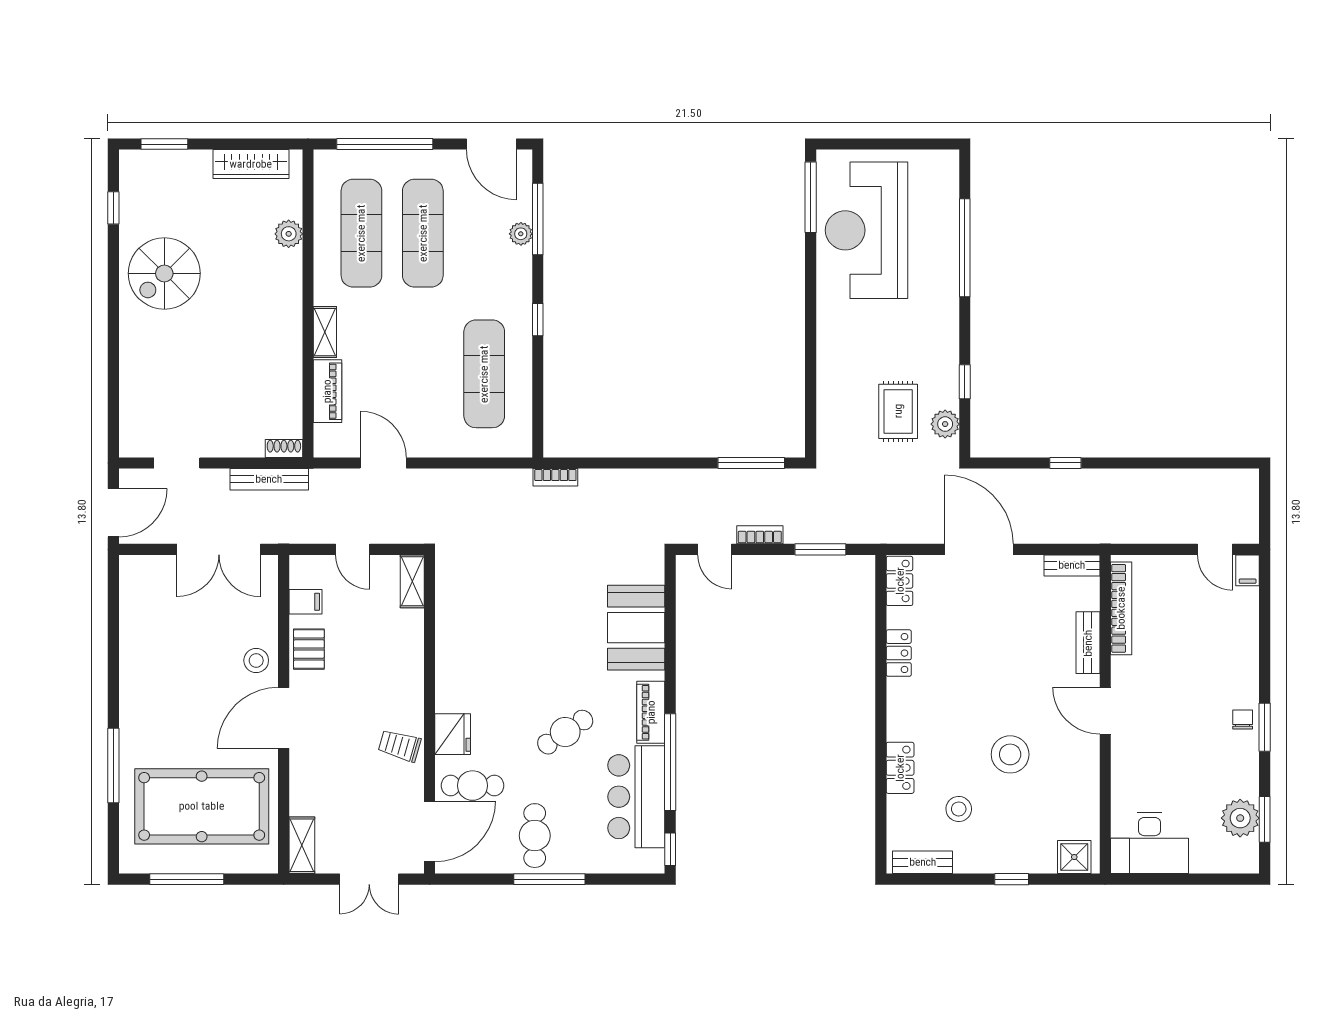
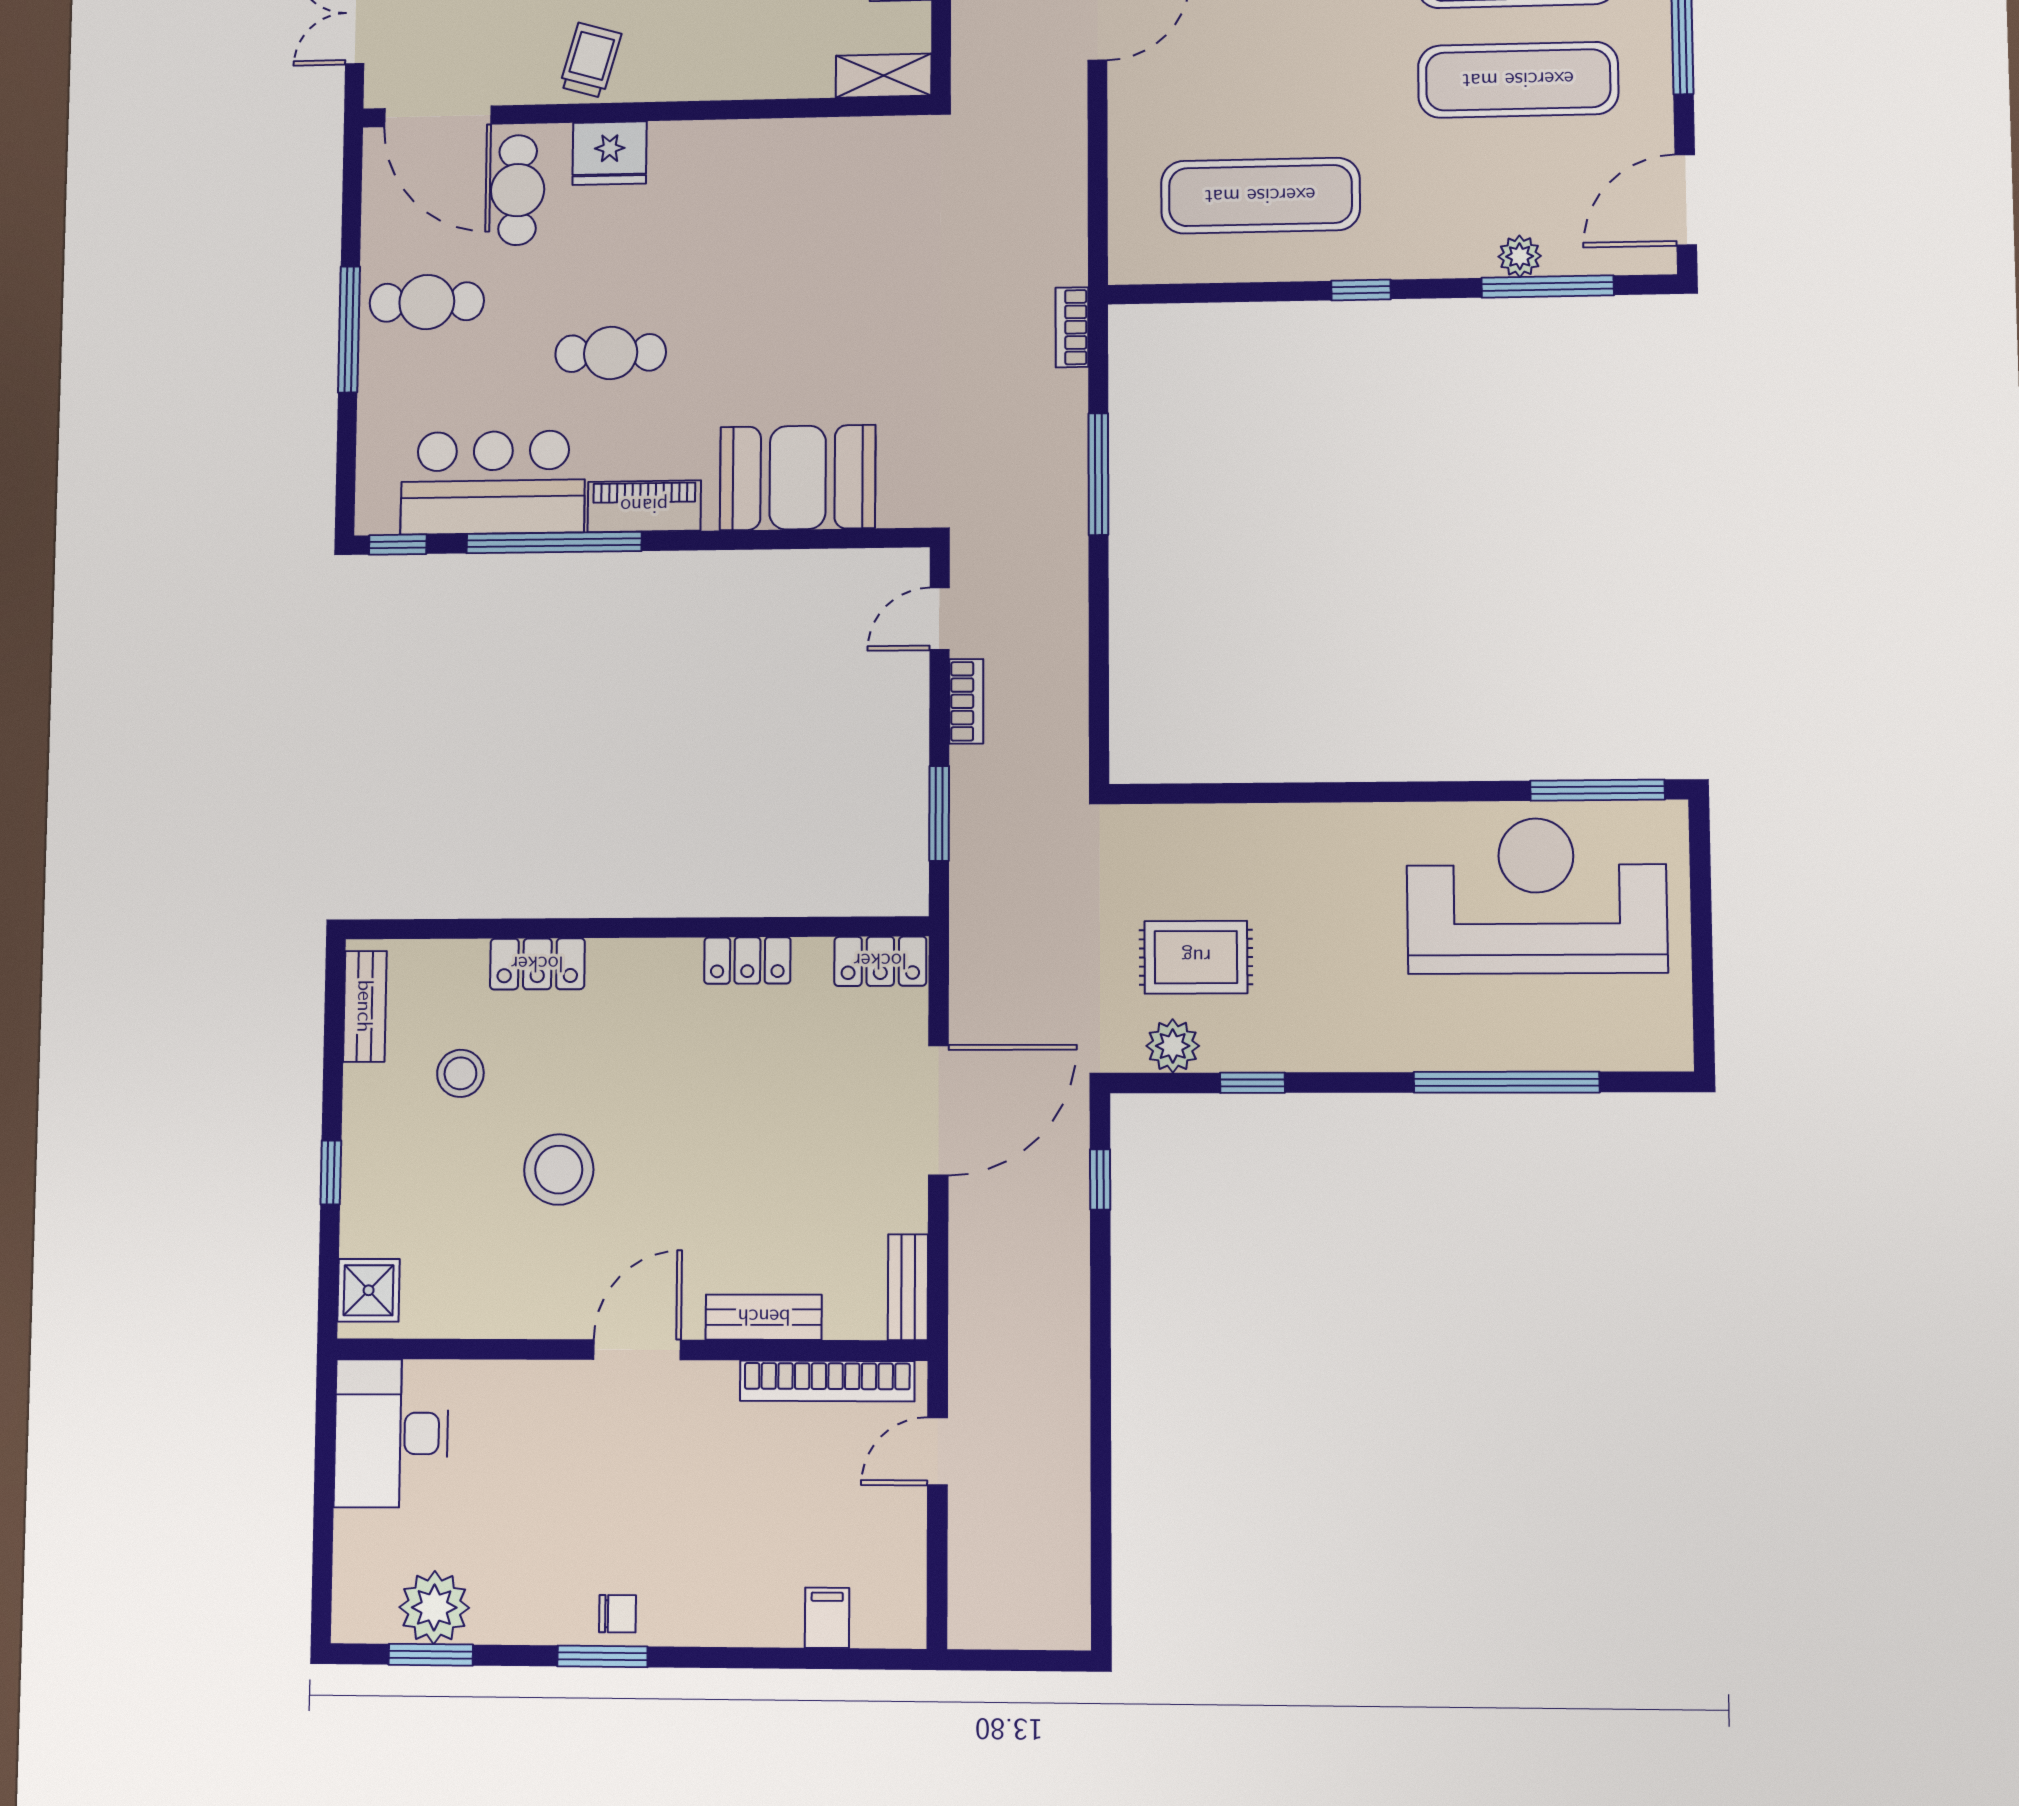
window: (751, 463) -> (1098, 474), moved
window: (1065, 463) -> (1100, 1179), moved
door: (1215, 549) -> (938, 1451), moved
filing cabinet: (1248, 570) -> (827, 1618), moved, turned 90
cafe table: (565, 732) -> (611, 353), turned -56

